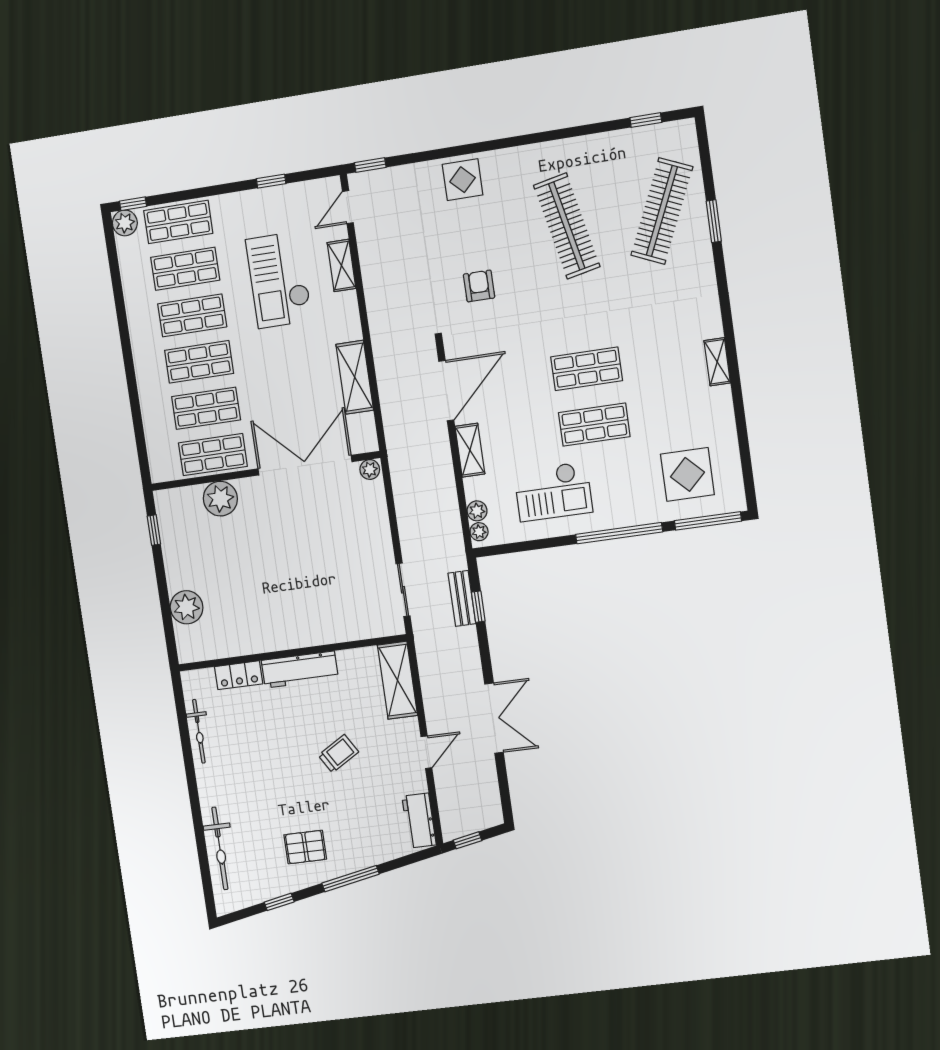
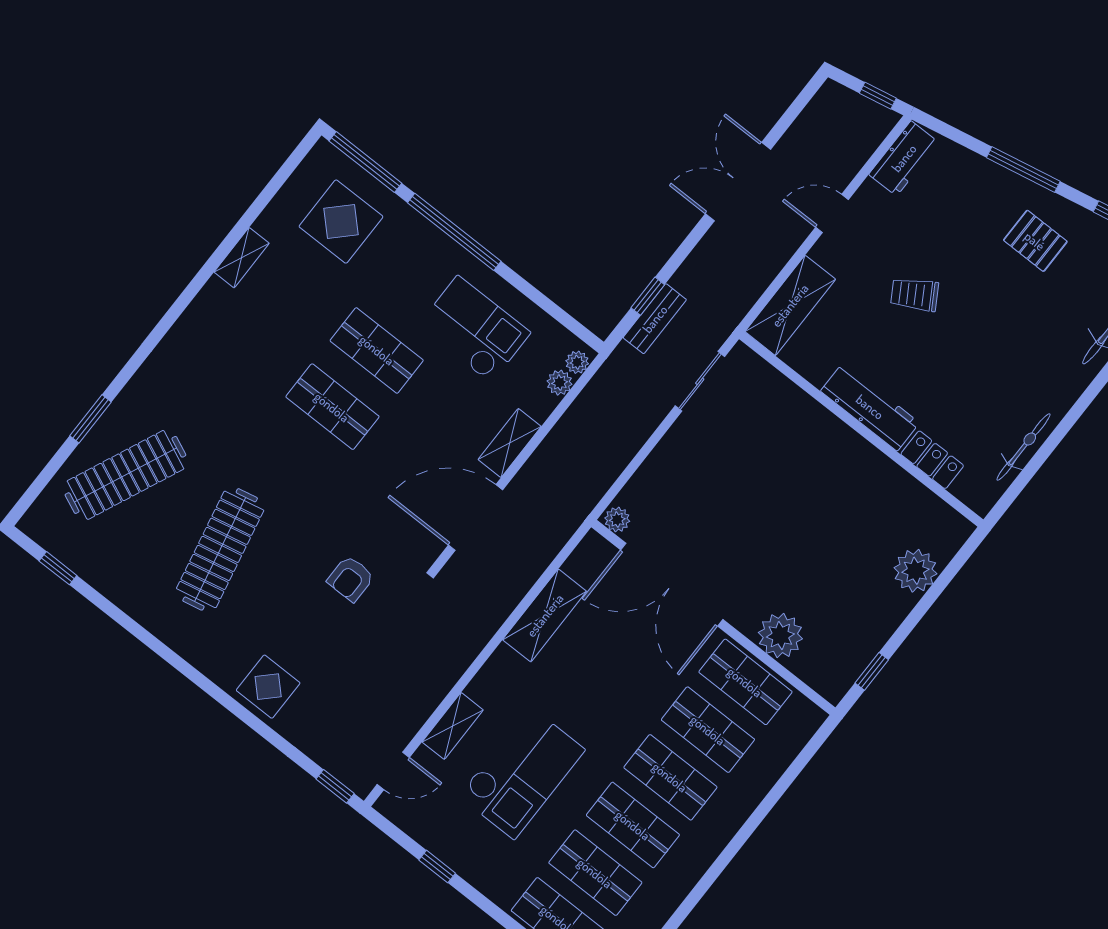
shelving: (717, 362) -> (242, 258), moved

